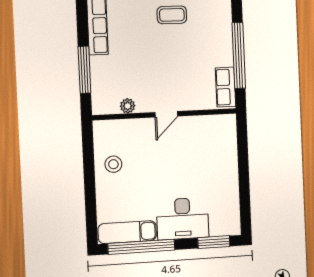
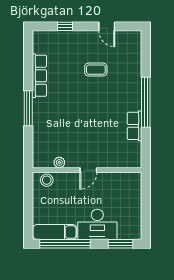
plant: (128, 106) -> (59, 162), moved
wall: (165, 114) -> (87, 170), moved
door: (166, 114) -> (88, 170), moved

